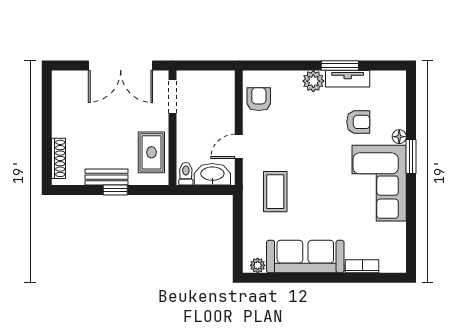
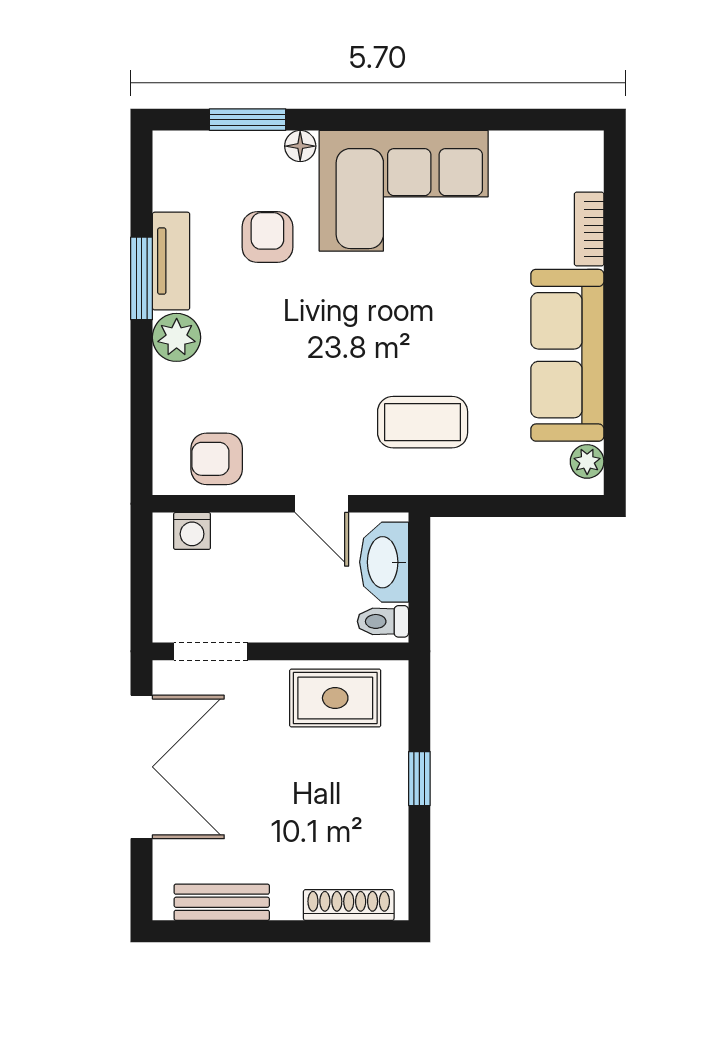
washing machine: (226, 88) -> (192, 531), added
window: (411, 156) -> (248, 120), moved
bench: (106, 177) -> (222, 902), moved, turned 90

